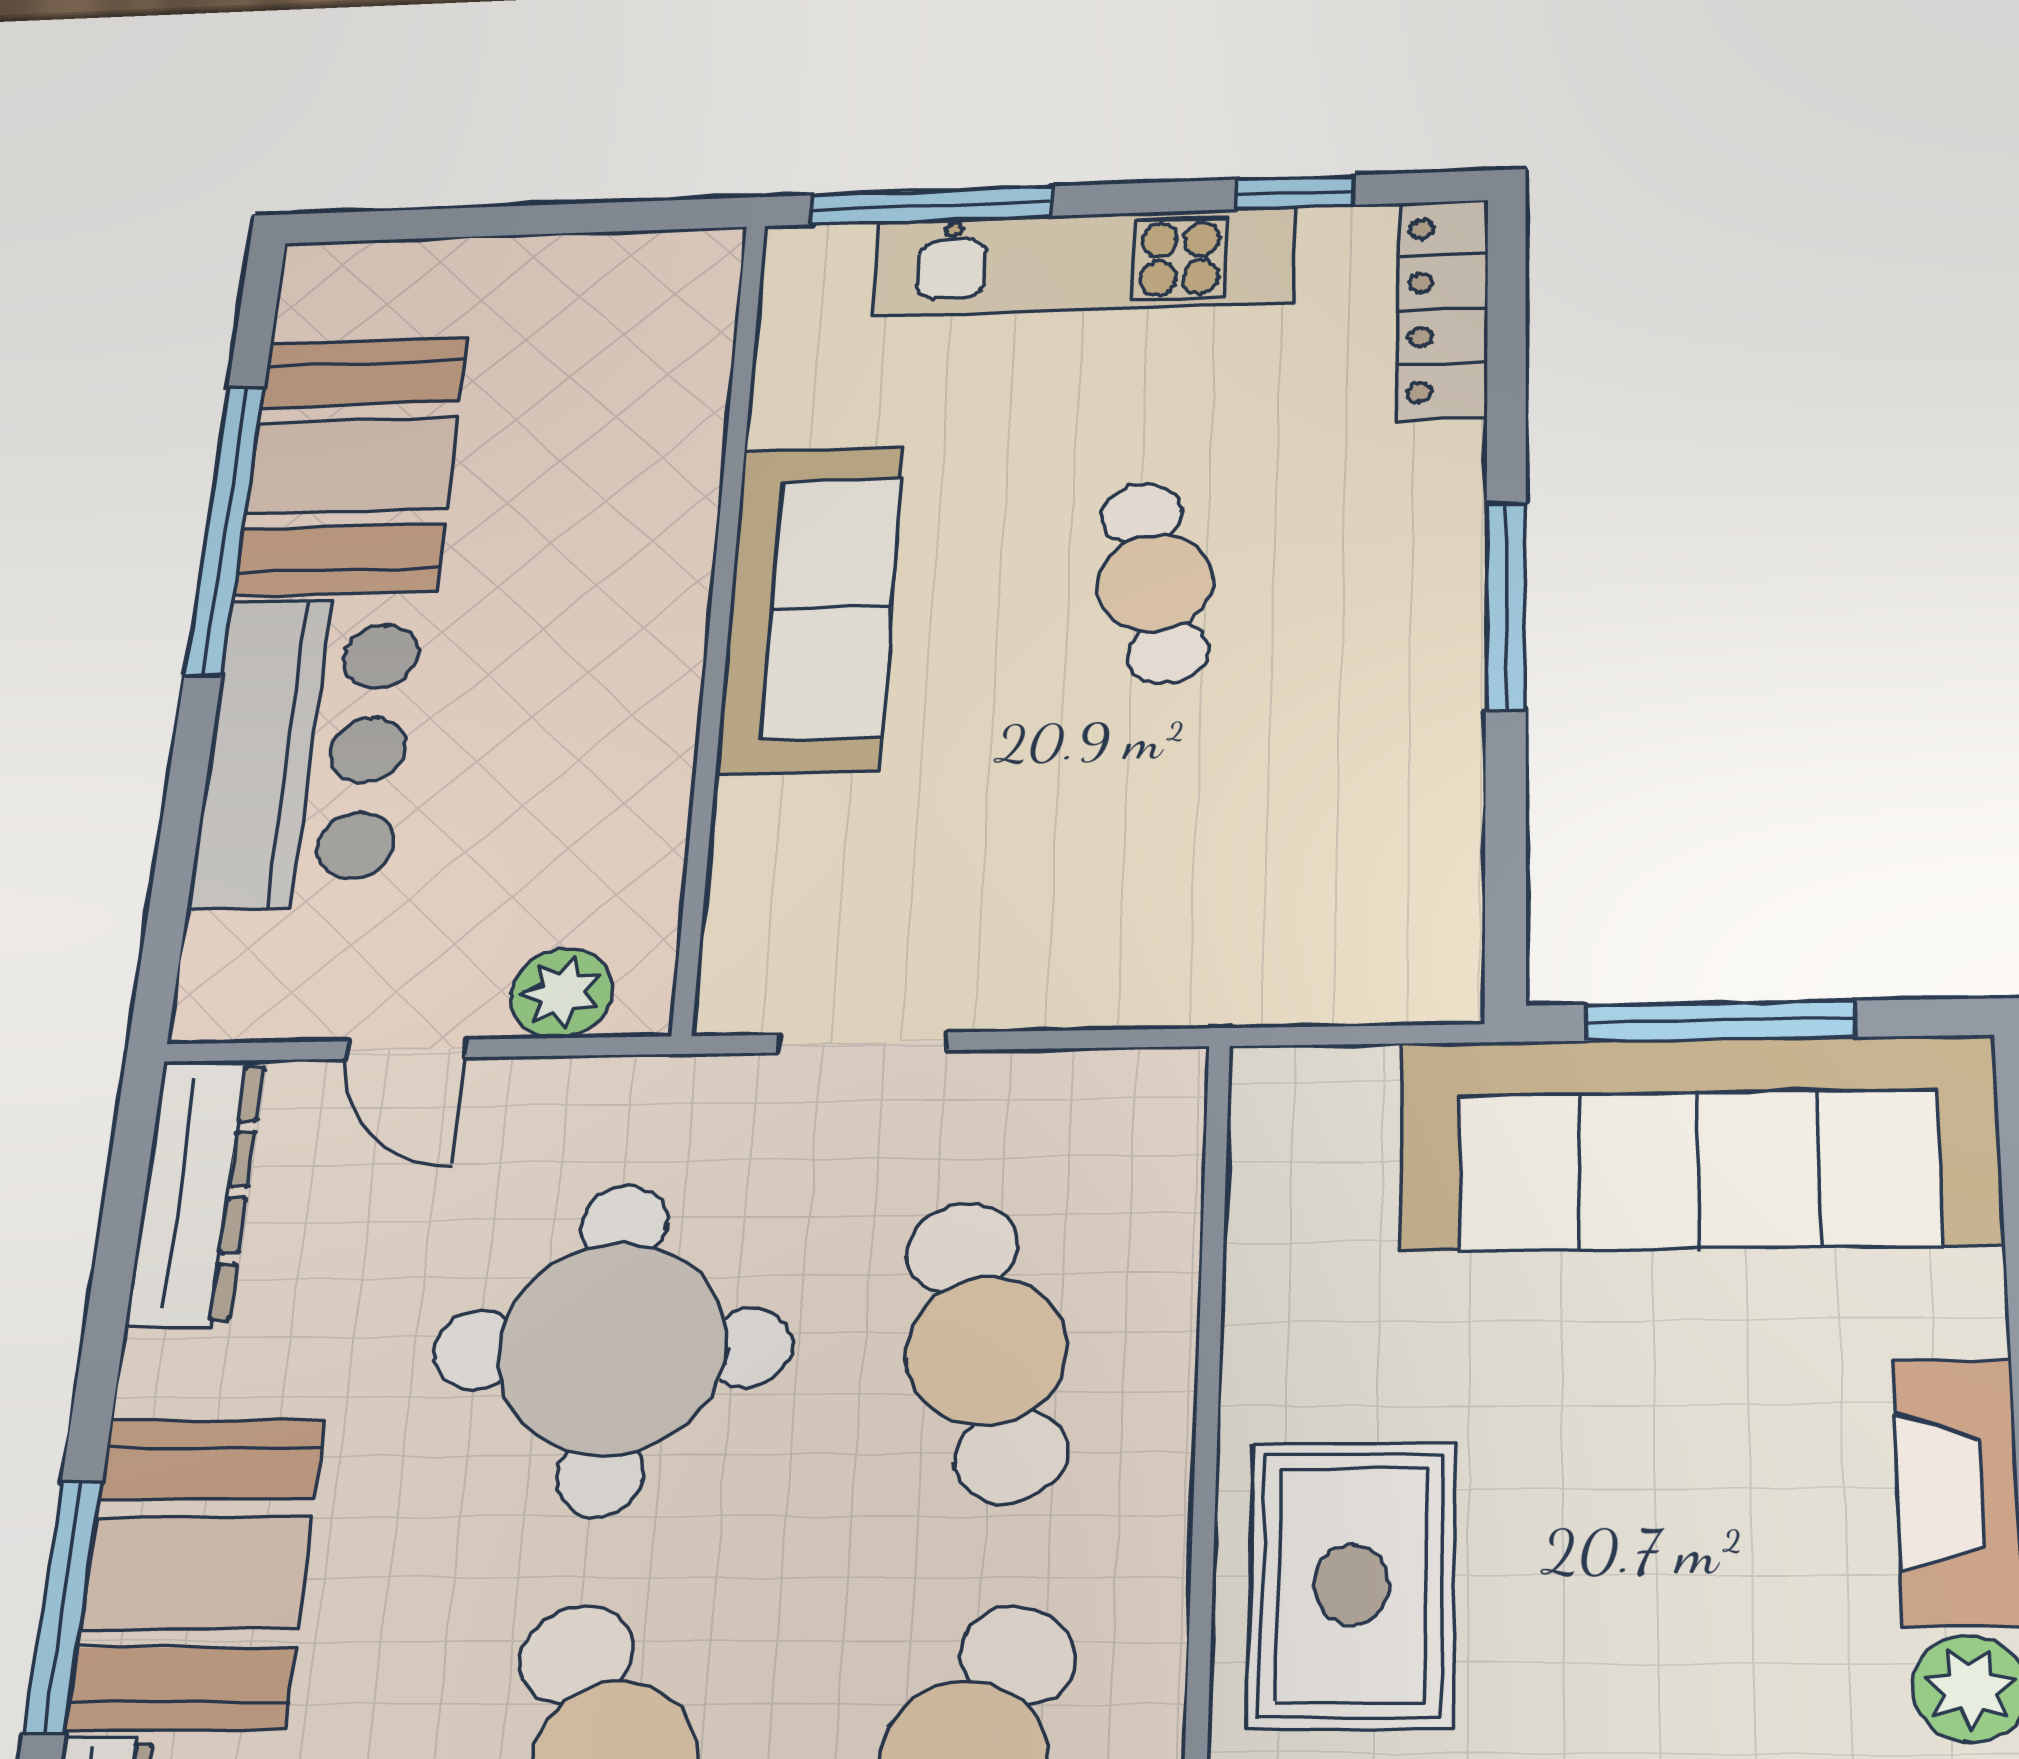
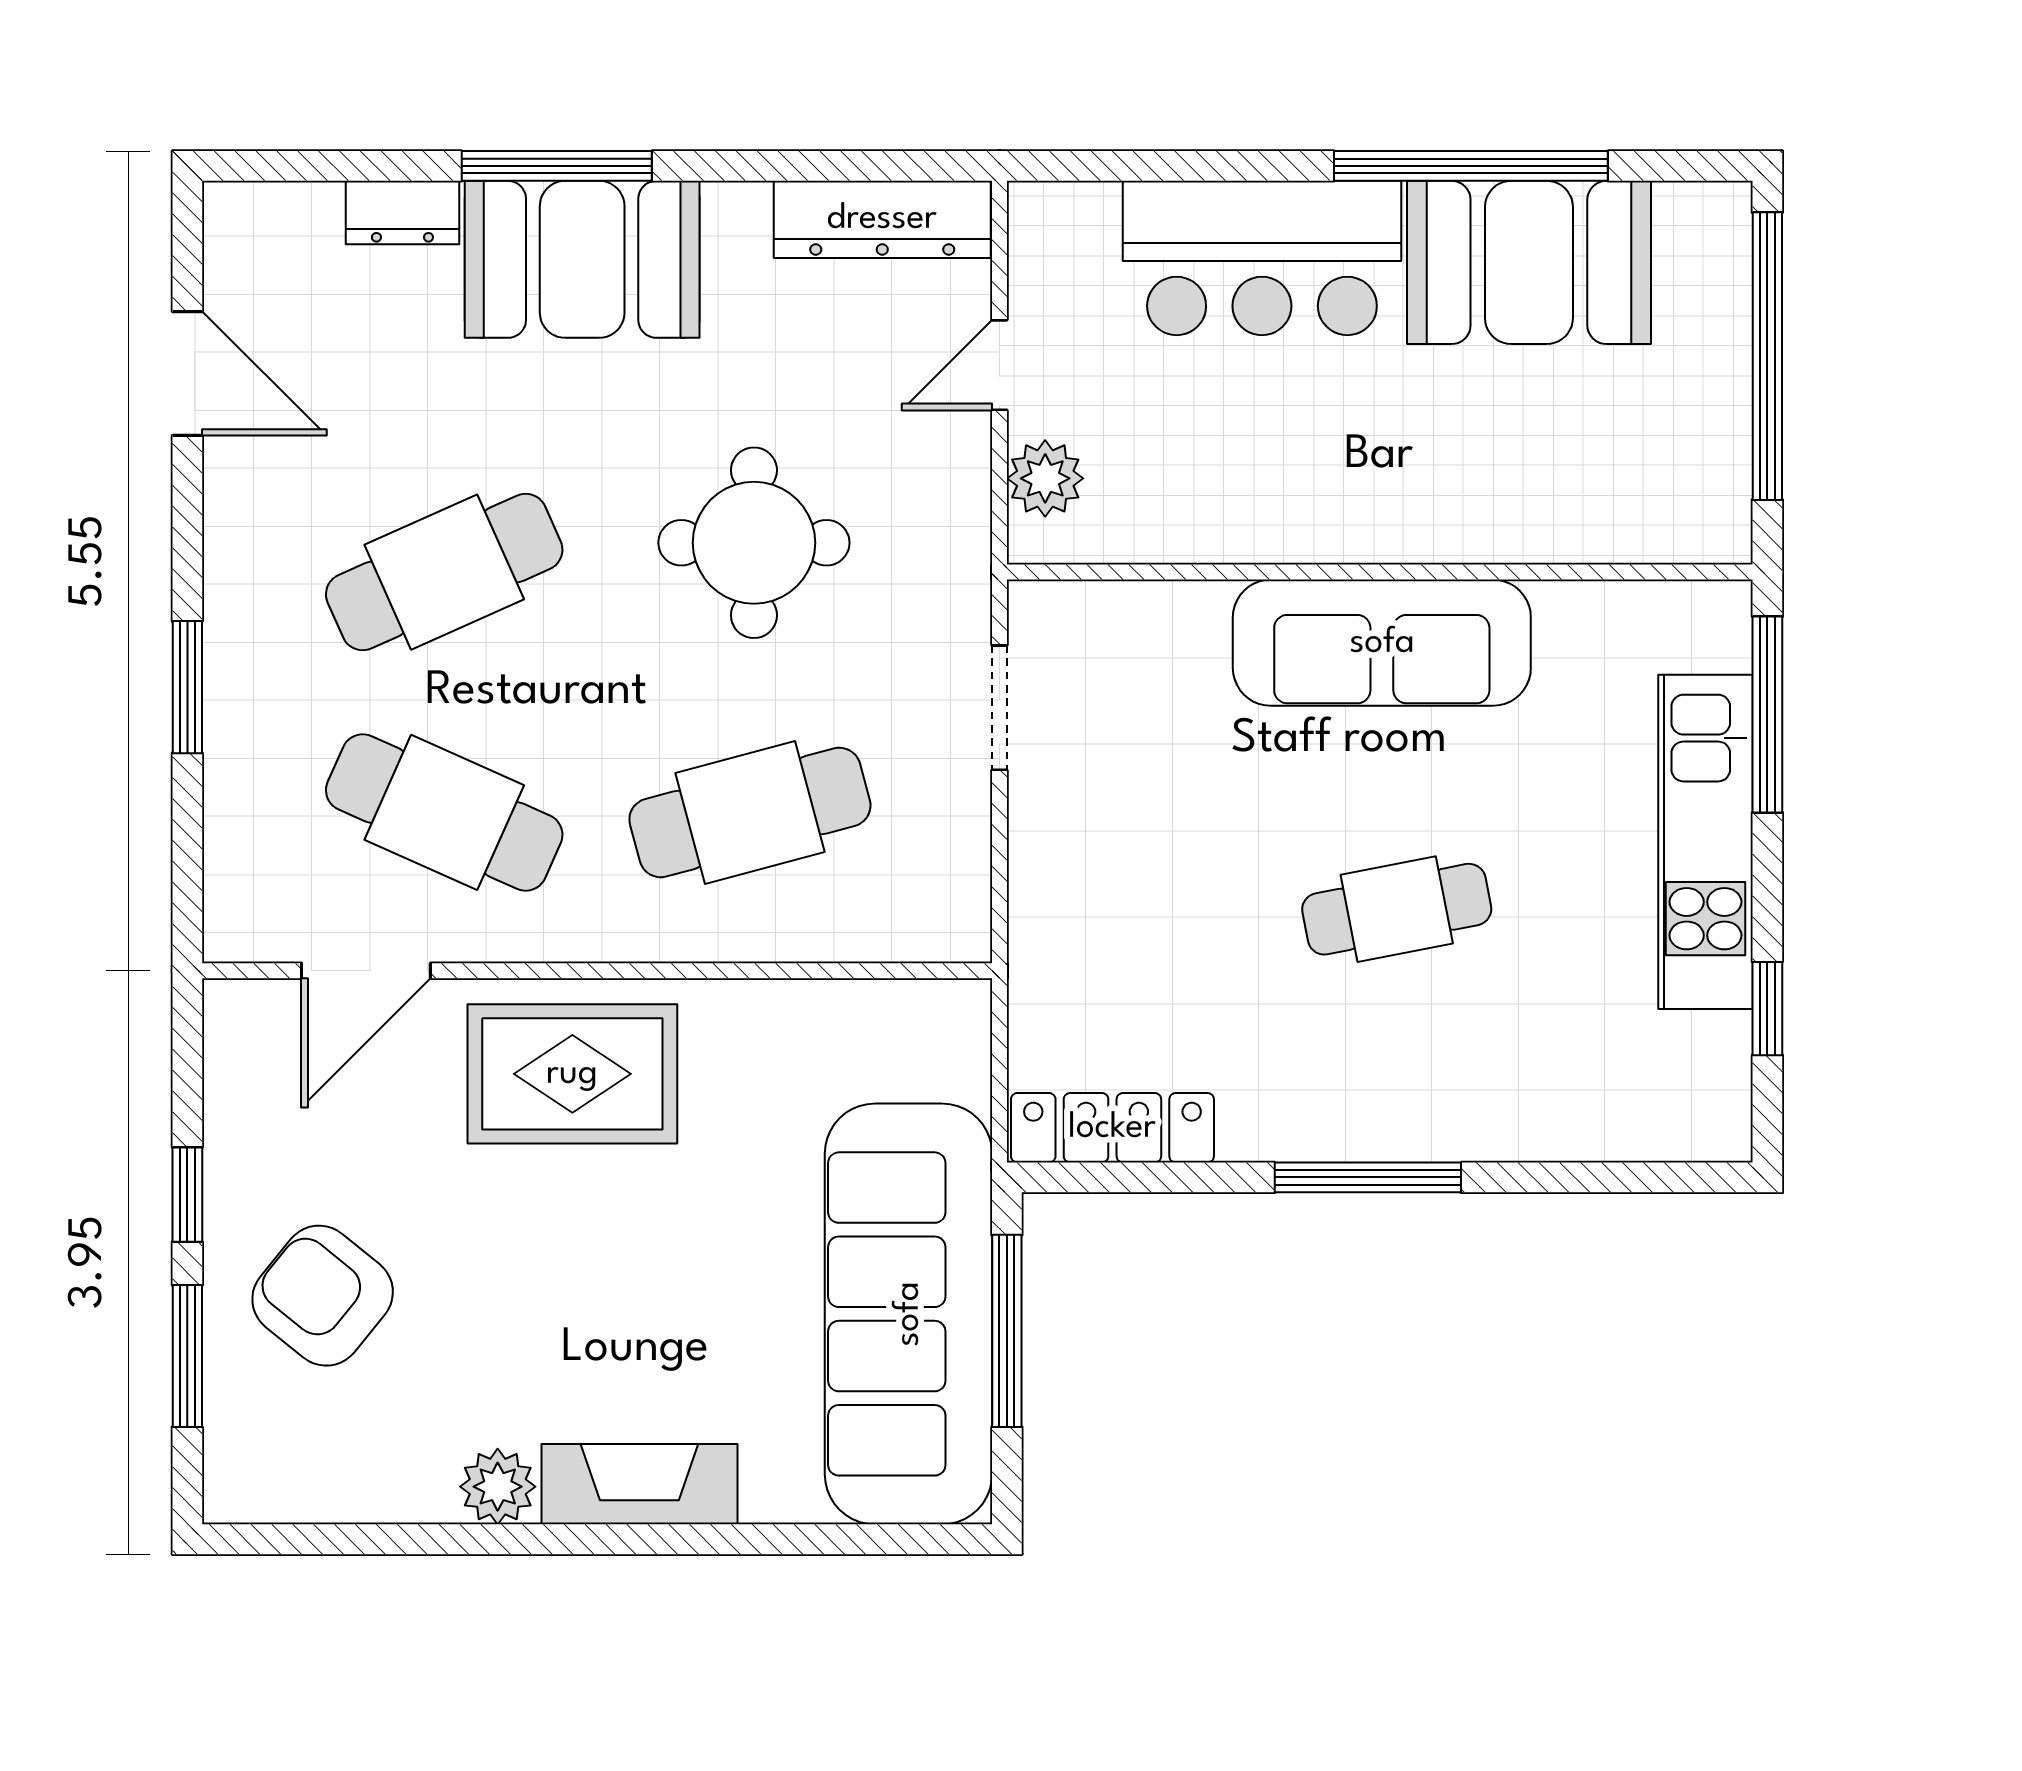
window: (497, 221) -> (1767, 356), added
locker: (1443, 309) -> (1112, 1128), moved
round table: (612, 1348) -> (754, 543), width x0.73, depth x0.73

